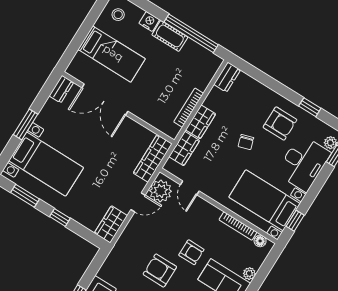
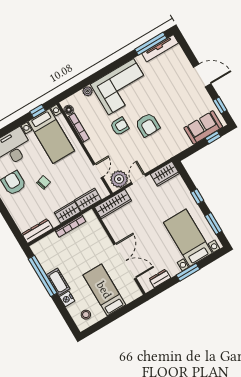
dresser: (227, 77) -> (37, 231), width x1.44
dresser: (61, 89) -> (160, 278), moved
door: (138, 202) -> (139, 179), hinge flipped
armchair: (191, 252) -> (120, 126), turned 90

